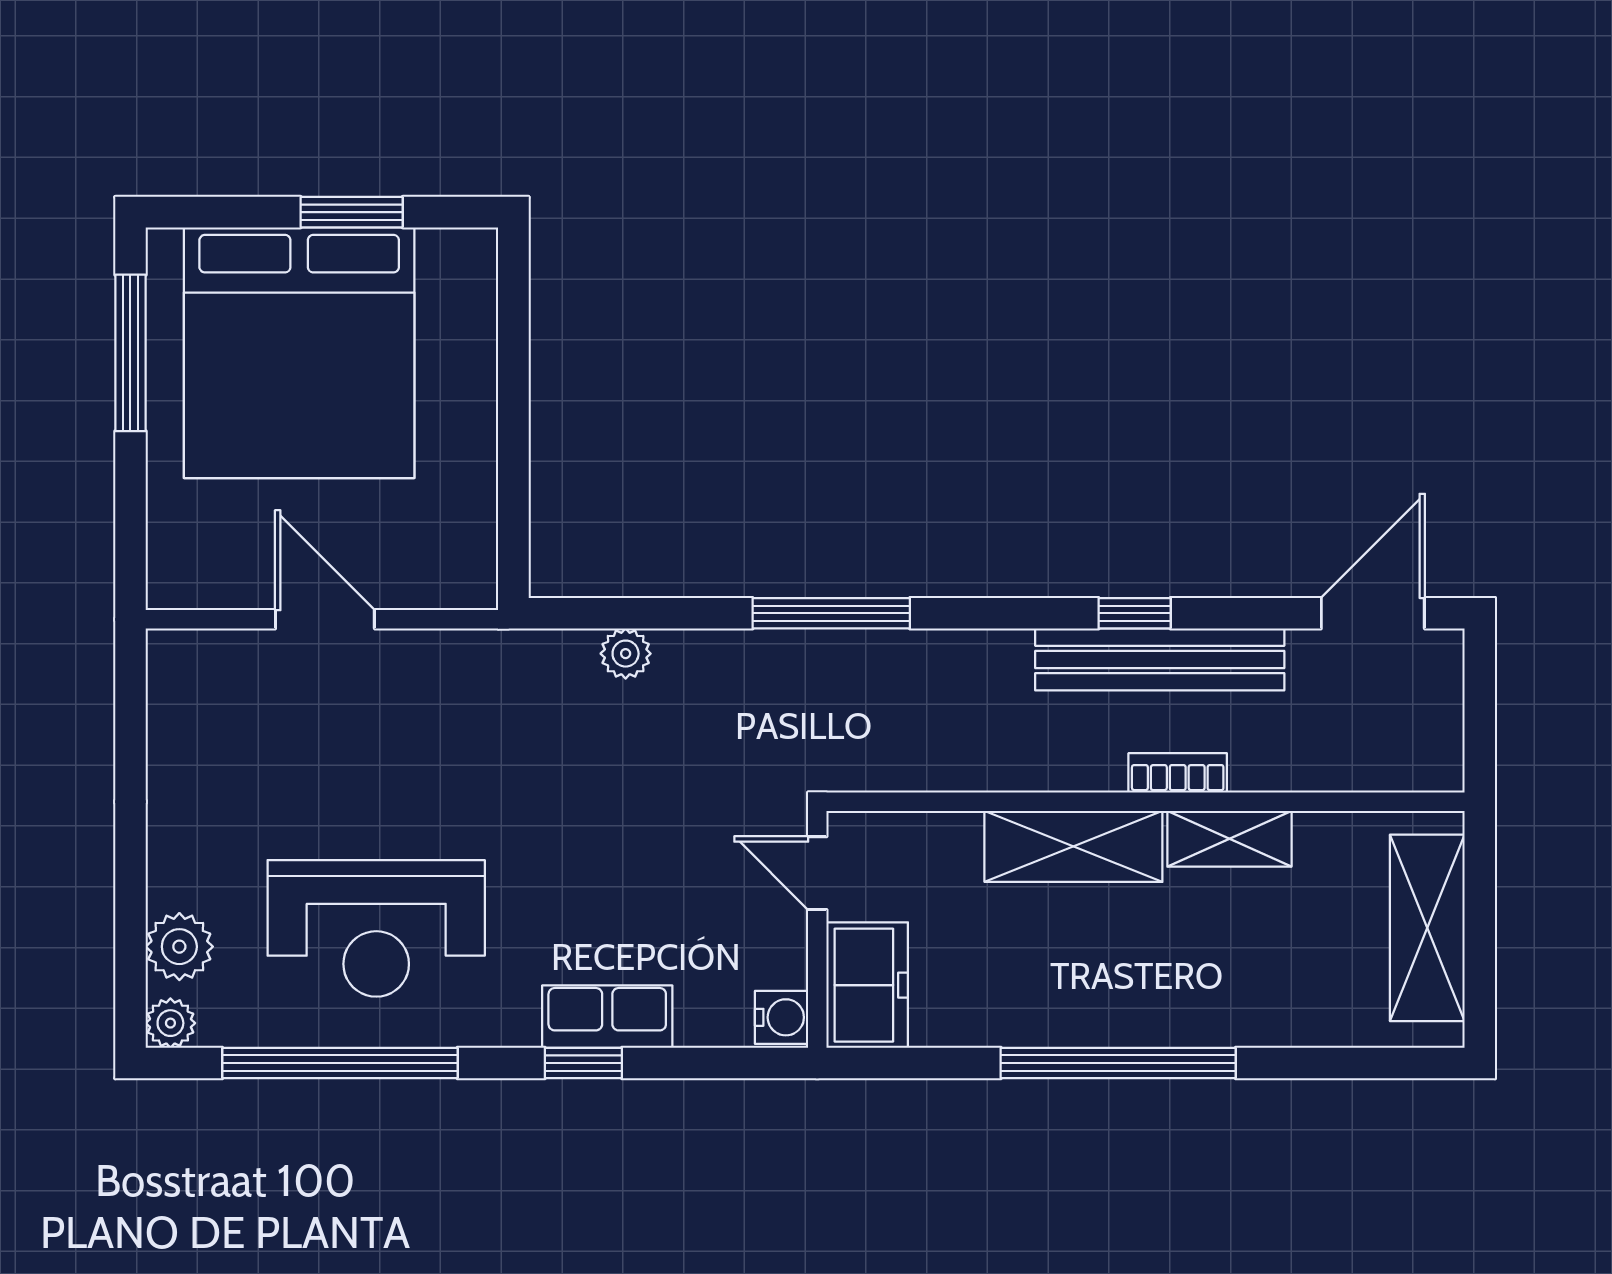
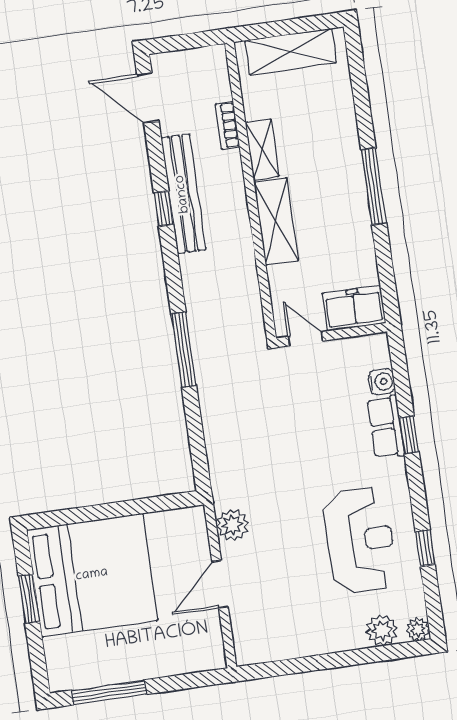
bed: (299, 353) -> (92, 575), moved
plant: (626, 654) -> (232, 525), moved, width x1.38, depth x1.38
bookcase: (1178, 773) -> (228, 126), moved
door: (817, 873) -> (305, 339), swing flipped
water cooler: (782, 1017) -> (382, 382), moved, turned 90
window: (340, 1063) -> (425, 548), width x0.32
window: (1118, 1063) -> (374, 186), width x0.68

